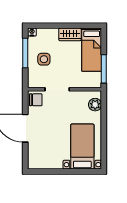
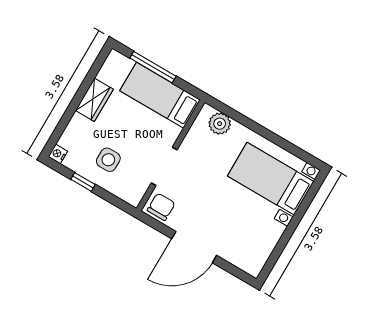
bed: (92, 50) -> (160, 95), moved, turned 180
window: (25, 53) -> (83, 182), width x0.46
window: (104, 69) -> (153, 67), moved

